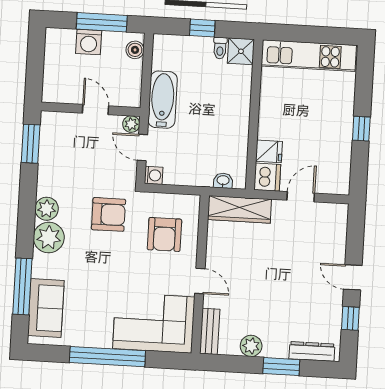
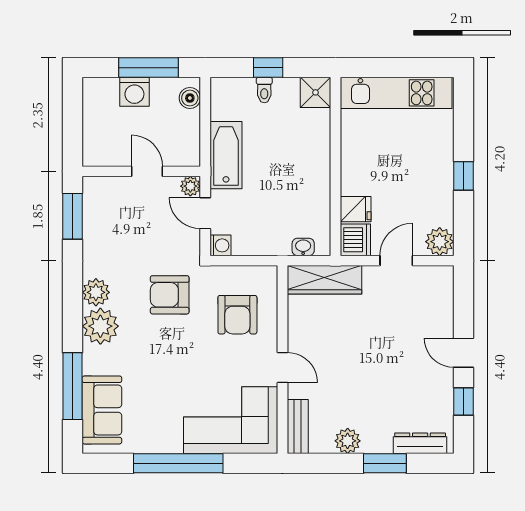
toilet: (220, 48) -> (264, 90), moved
plant: (338, 183) -> (440, 242), added
armchair: (108, 214) -> (170, 295), turned 180

